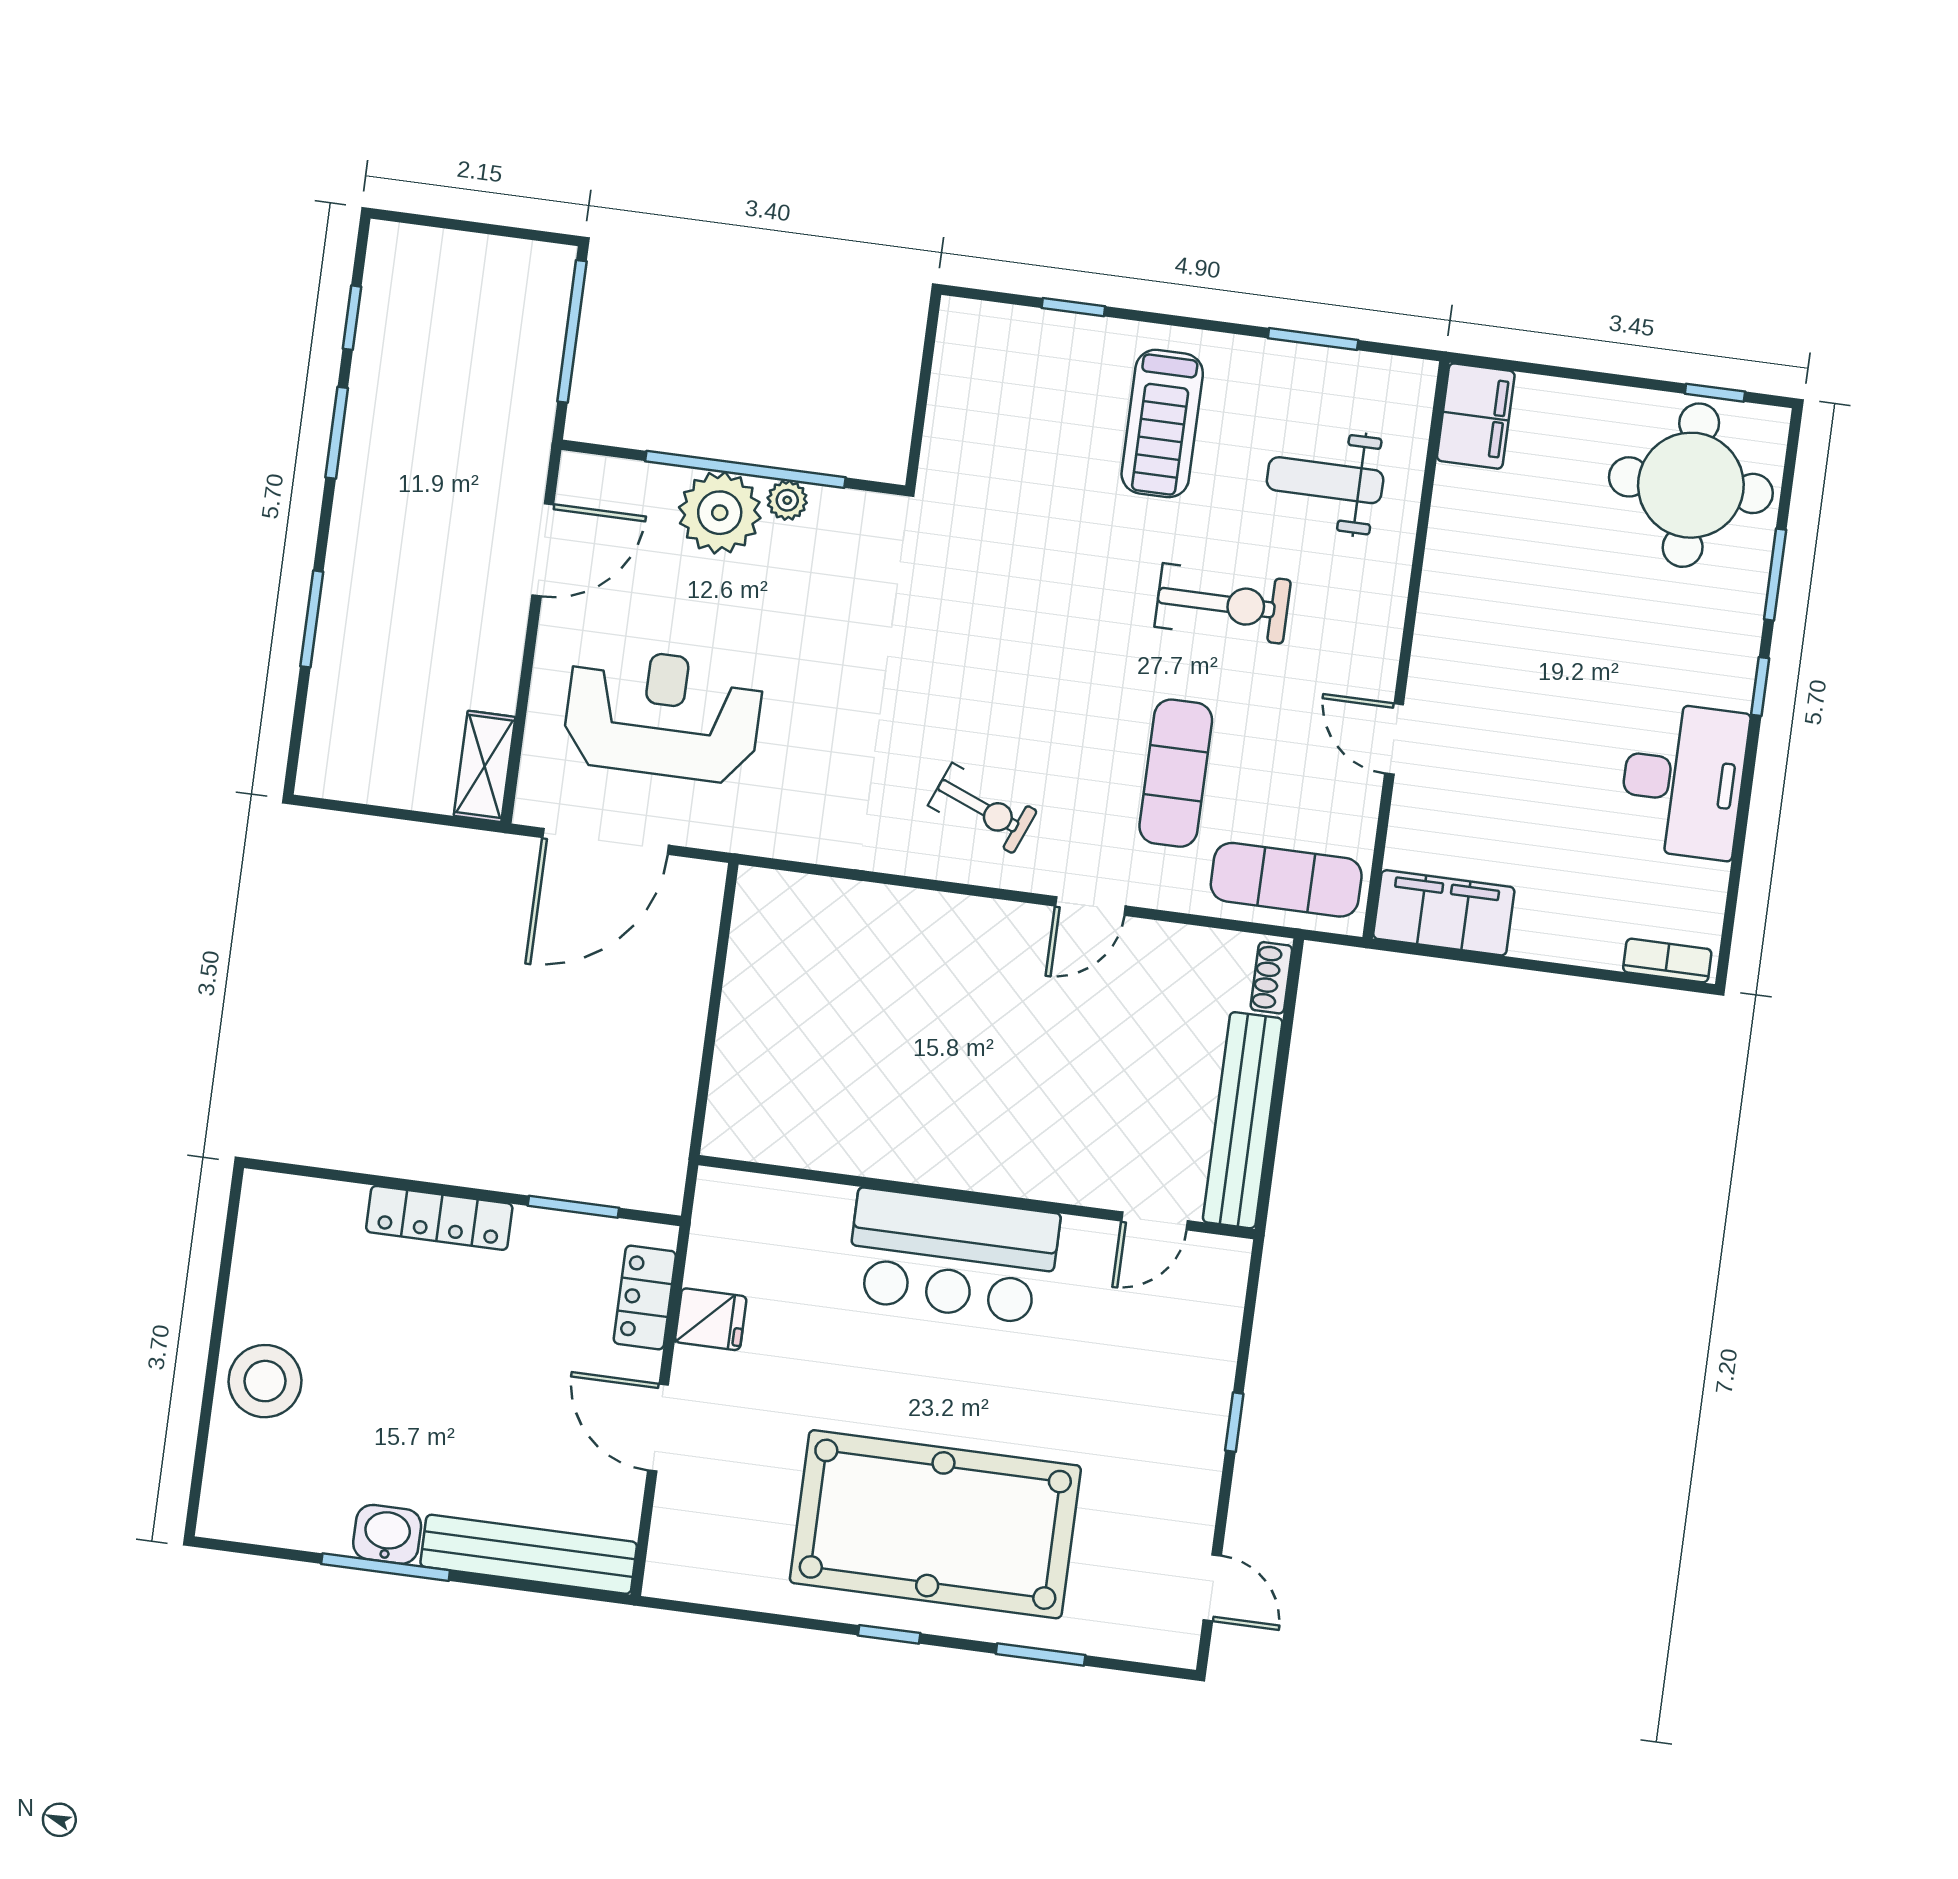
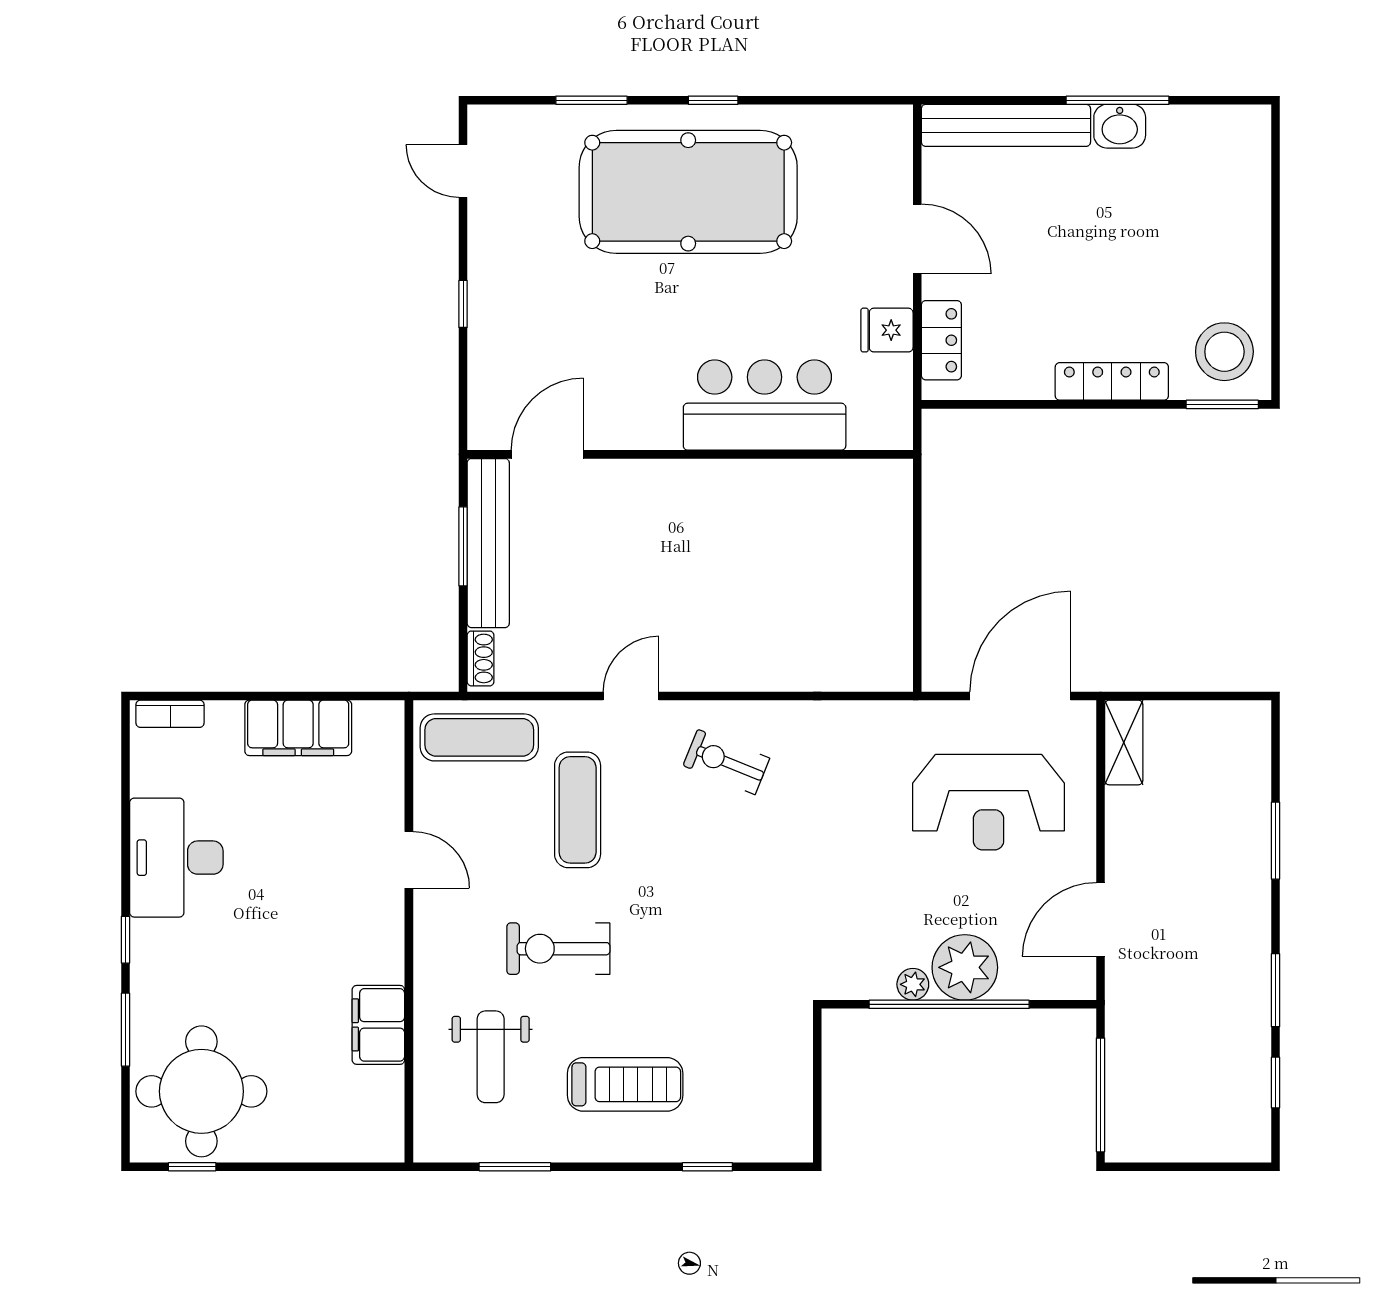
filing cabinet: (1476, 416) -> (378, 1025), moved
treadmill: (1162, 423) -> (625, 1084), turned 90
weight bench: (1325, 480) -> (491, 1057), turned 90
filing cabinet: (1444, 913) -> (298, 728), moved
window: (1275, 1120) -> (463, 546), added
window: (573, 1207) -> (1222, 404), moved
door: (1154, 1221) -> (547, 454), width x1.38
bar counter: (953, 1256) -> (765, 405), moved
stool: (265, 1381) -> (1224, 352), moved

